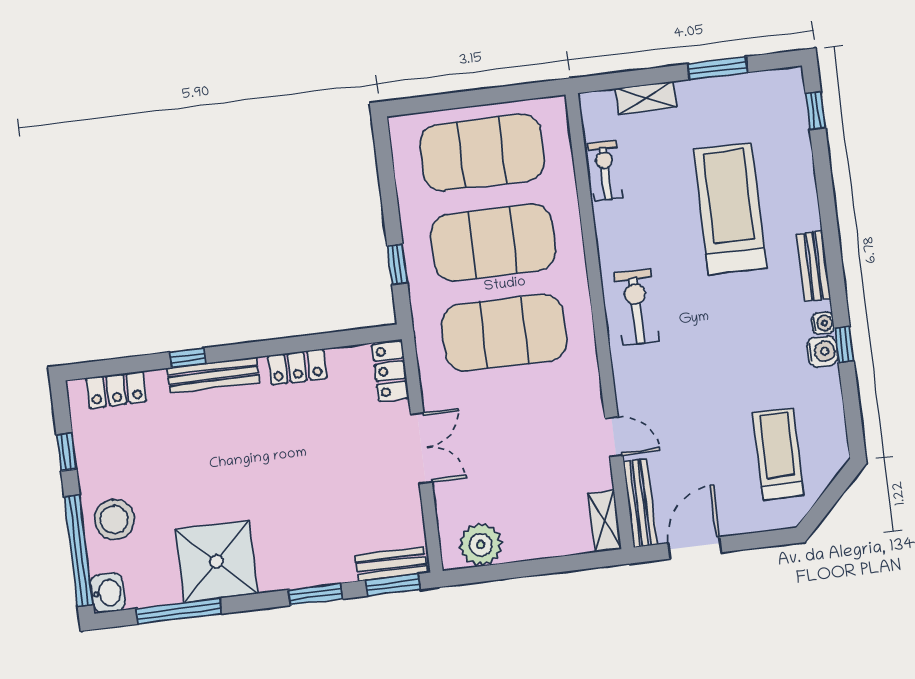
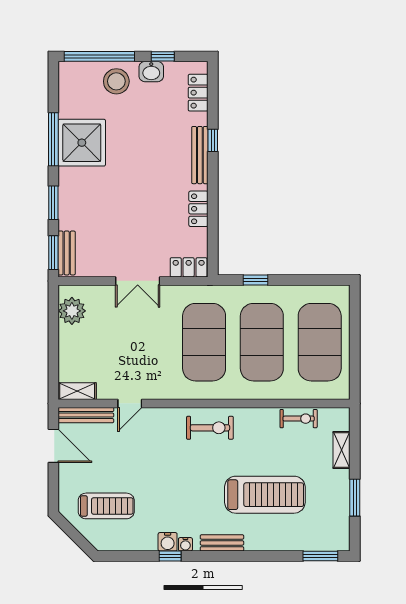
window: (815, 111) -> (320, 556), width x1.50
washbasin: (108, 593) -> (151, 72), moved
window: (179, 611) -> (53, 139), moved

